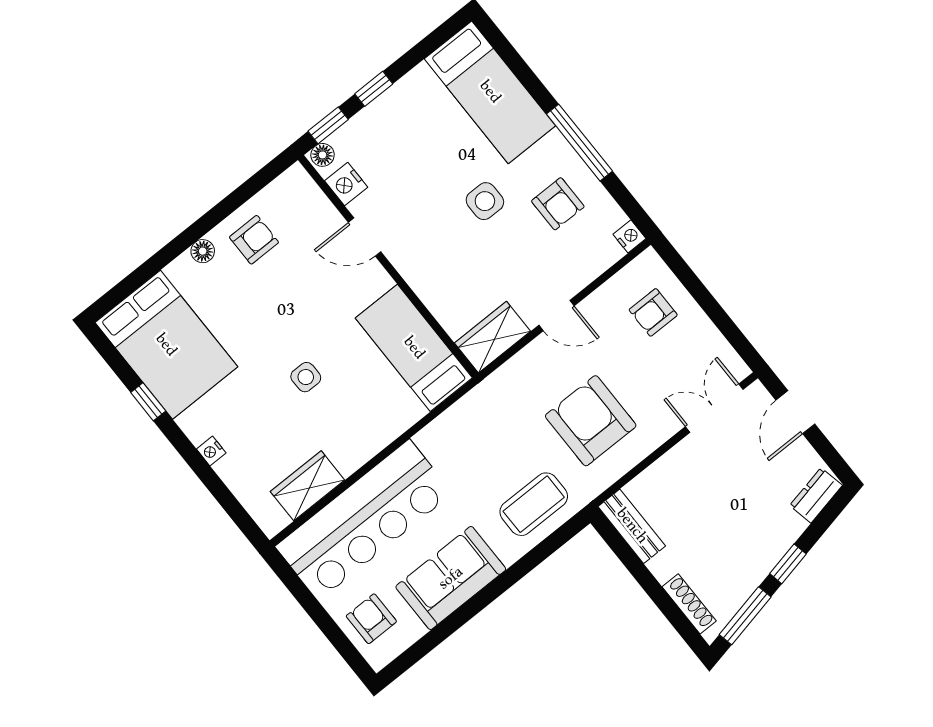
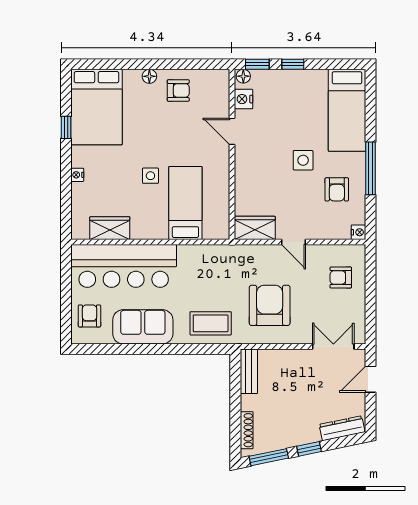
bed: (414, 348) -> (185, 203), moved
dresser: (816, 495) -> (342, 428), width x1.44

